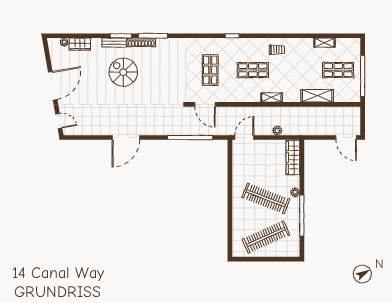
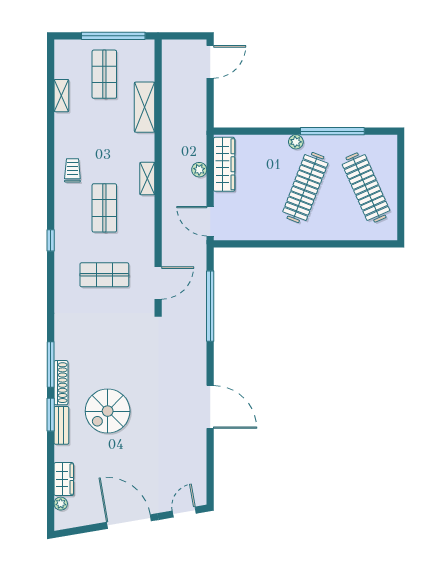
wardrobe: (293, 158) -> (224, 164), moved, turned -90

